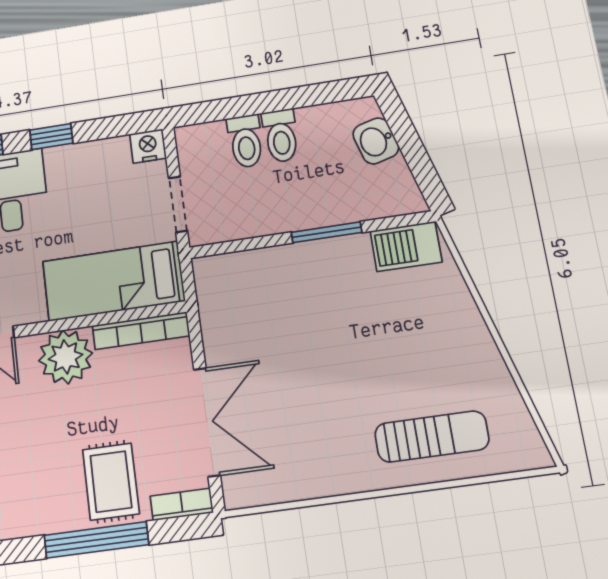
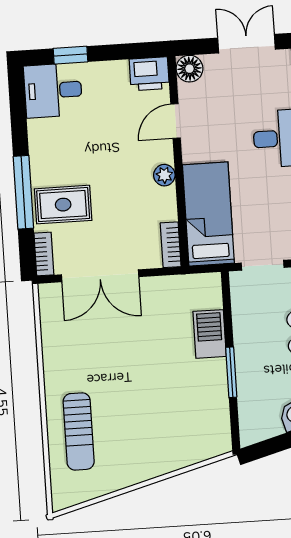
barbecue: (406, 246) -> (210, 334), moved
bookcase: (141, 331) -> (171, 245), width x0.64
plant: (65, 357) -> (164, 175), width x0.53, depth x0.53

